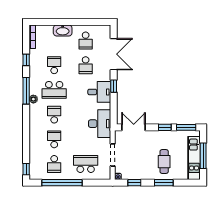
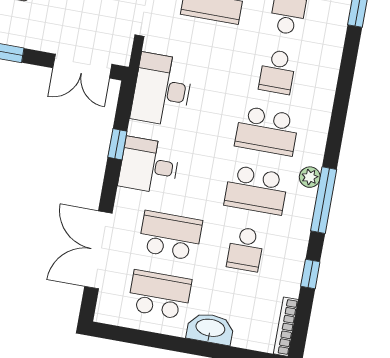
school desk: (86, 41) -> (160, 295), width x1.85
school desk: (86, 65) -> (170, 236), width x1.85
window: (114, 86) -> (117, 144), moved
school desk: (54, 90) -> (256, 190), turned 180
school desk: (54, 115) -> (267, 131), width x1.85

